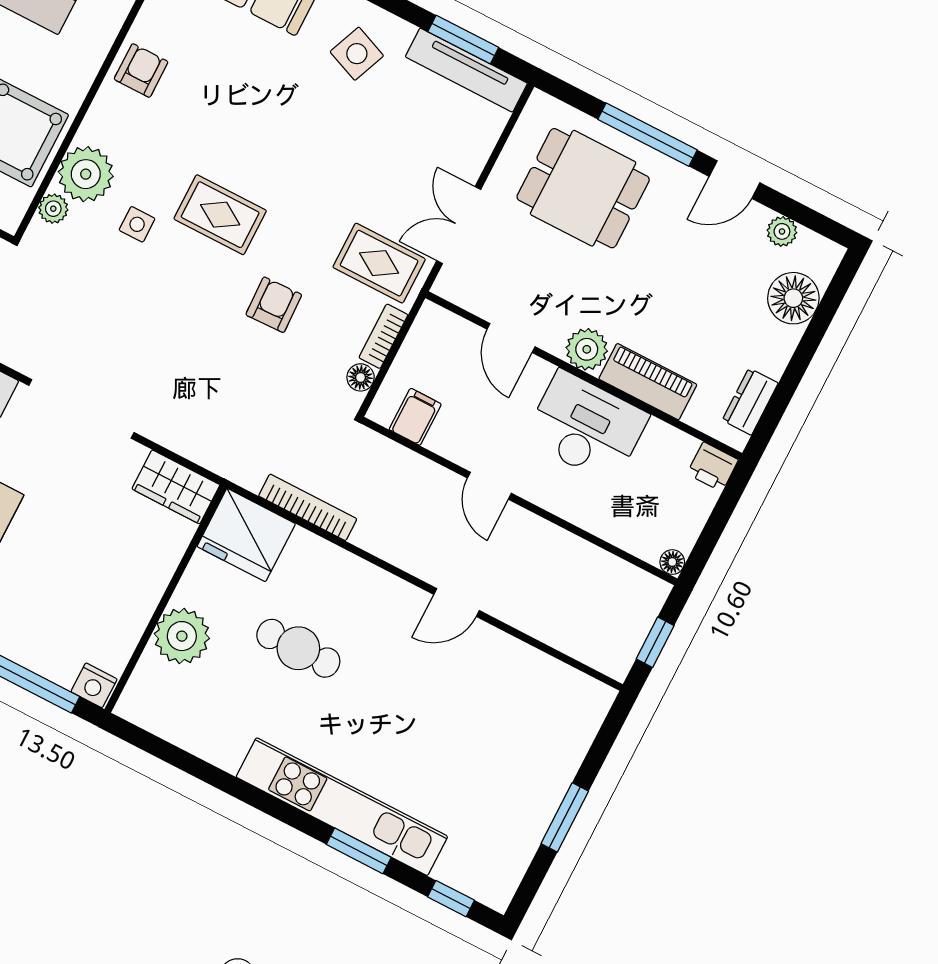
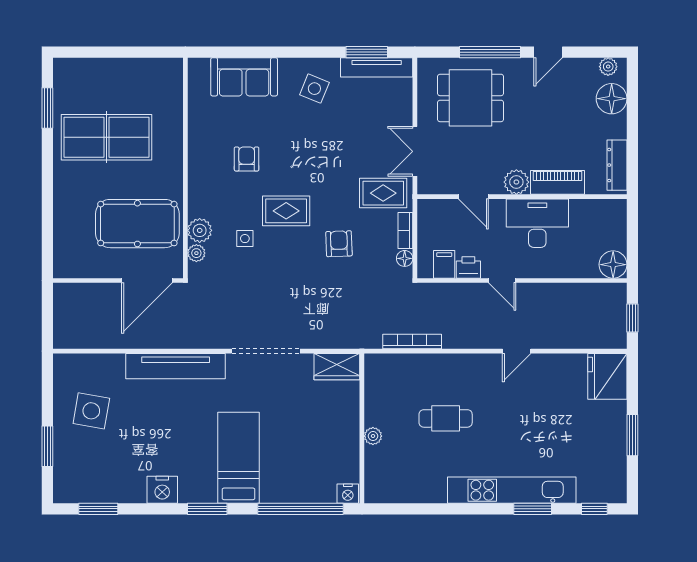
armchair: (141, 70) -> (247, 159), moved
plant: (86, 174) -> (200, 230), width x0.73, depth x0.73
plant: (782, 231) -> (608, 67), moved
dresser: (750, 402) -> (617, 165), width x1.44
printer: (713, 467) -> (468, 267), moved, turned 180
fridge: (246, 535) -> (607, 376), moved, turned 90
floor lamp: (672, 562) -> (613, 265), width x1.89, depth x1.89
plant: (182, 636) -> (373, 436), width x0.53, depth x0.53

